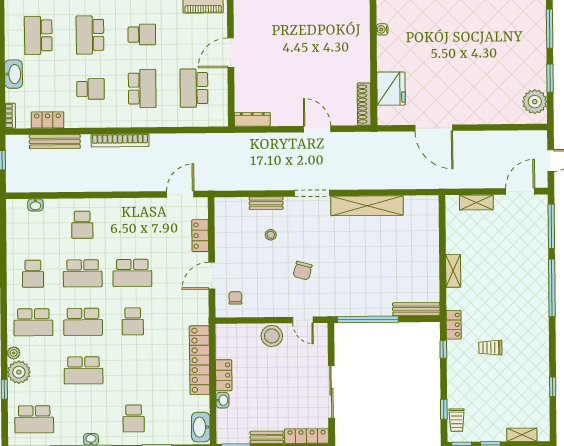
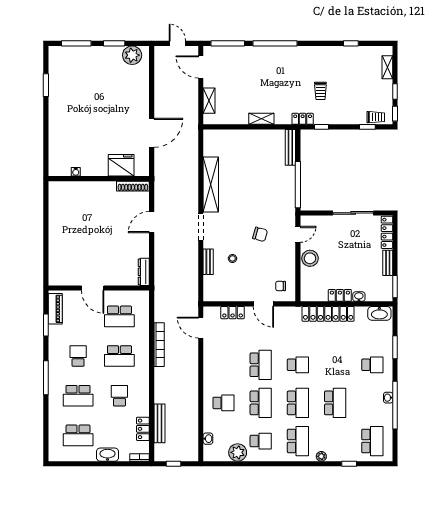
school desk: (142, 89) -> (119, 356), turned 180
bookcase: (120, 140) -> (159, 345), moved
plant: (19, 372) -> (238, 452), moved

